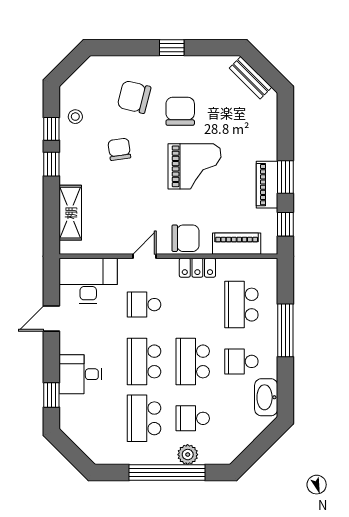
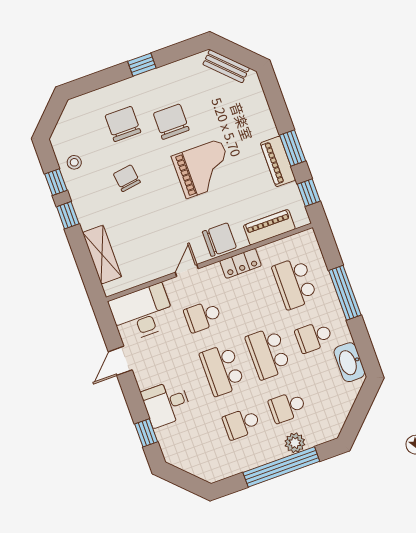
chair: (134, 97) -> (123, 124), turned 76
school desk: (144, 418) -> (241, 423), width x0.54

